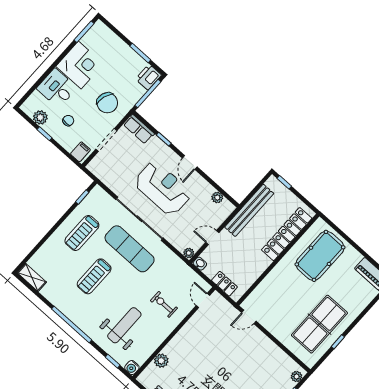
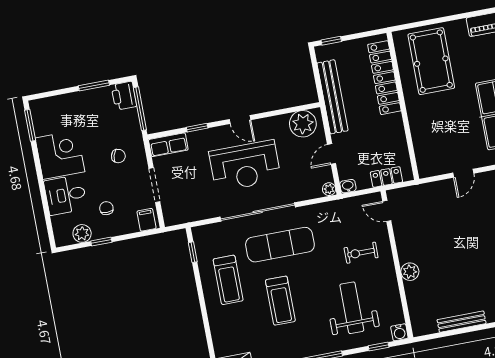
chair: (107, 103) -> (118, 156), width x0.54, depth x0.54
reception desk: (163, 188) -> (245, 166), turned 180
plant: (217, 198) -> (303, 124), width x1.88, depth x1.88
door: (249, 317) -> (463, 173), moved
plant: (161, 361) -> (410, 272), moved

